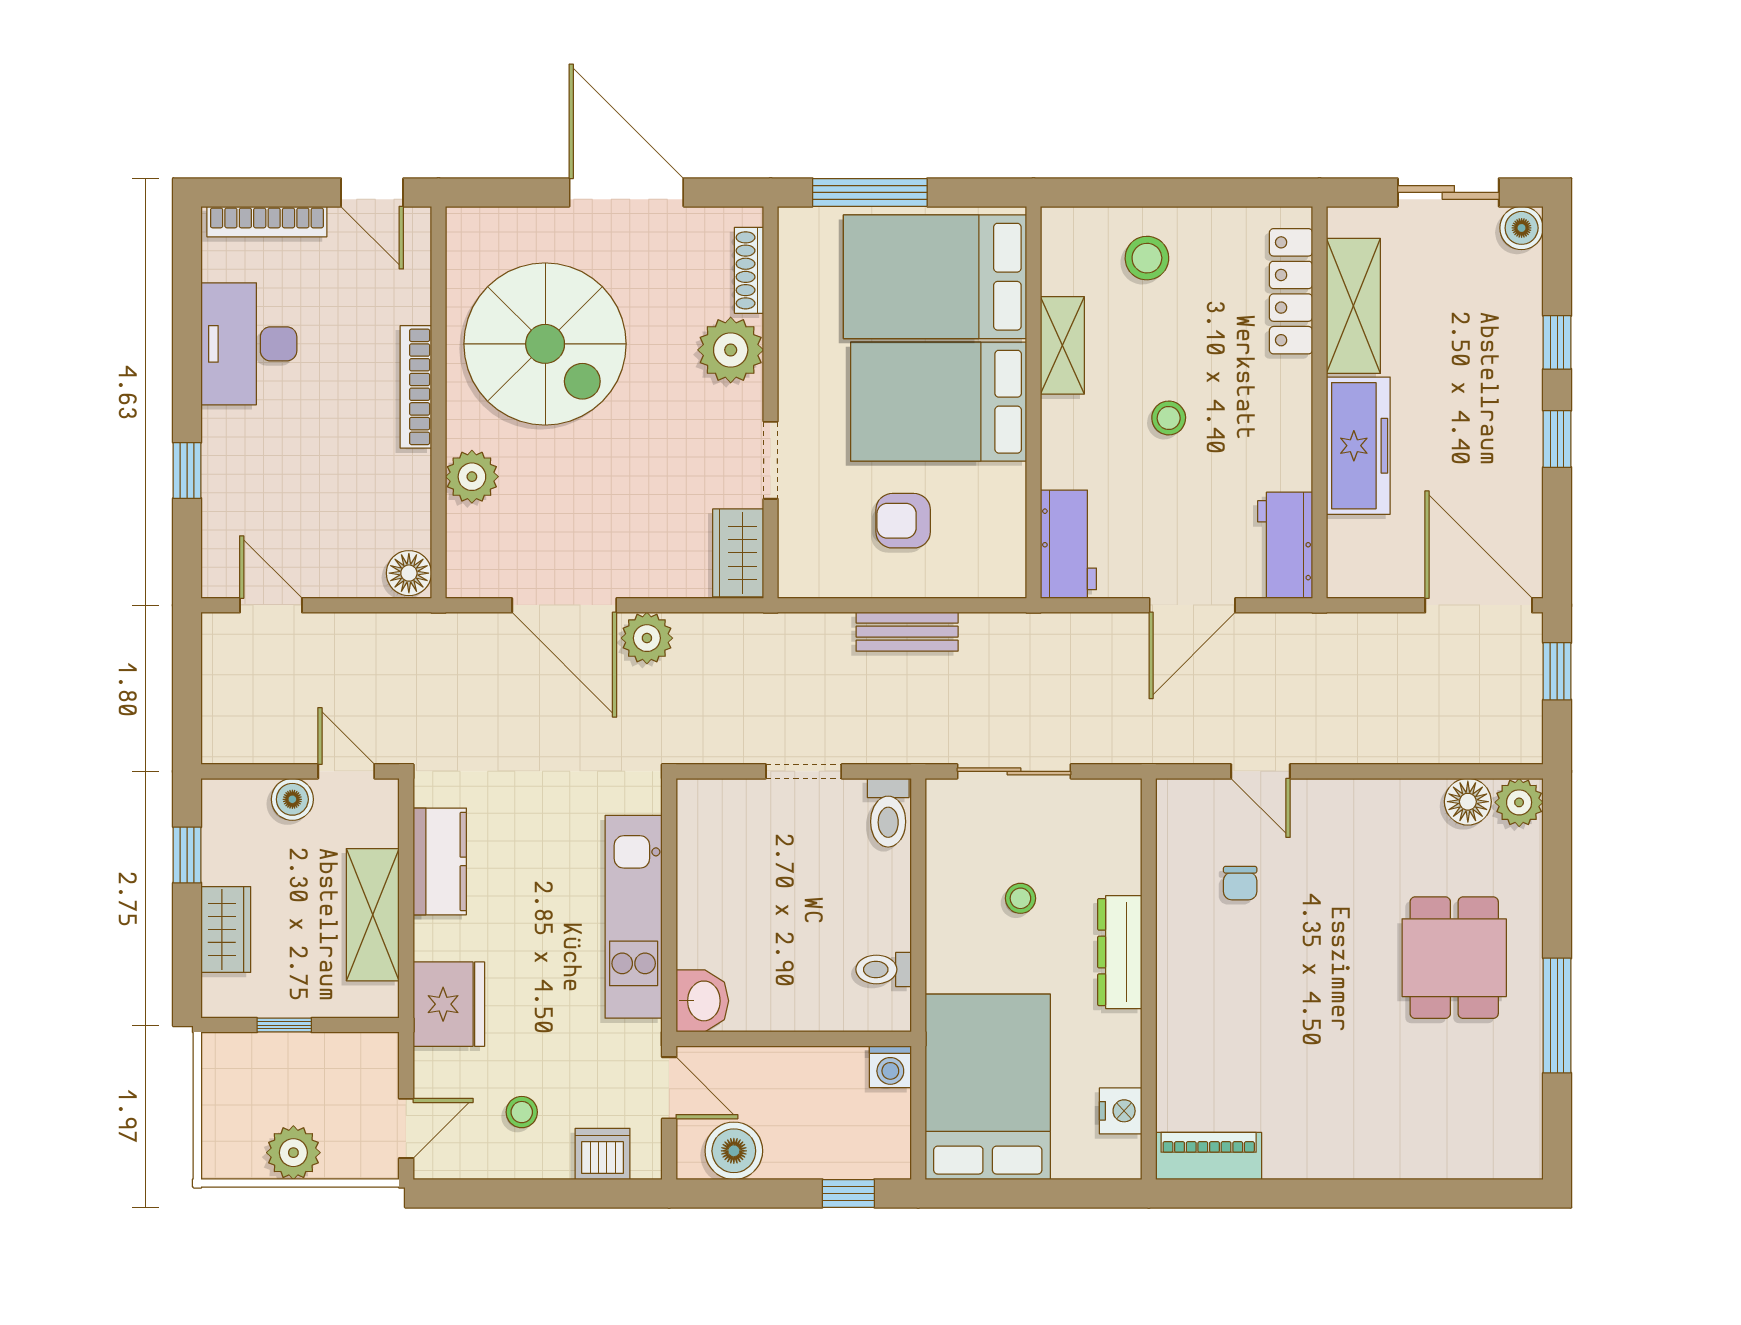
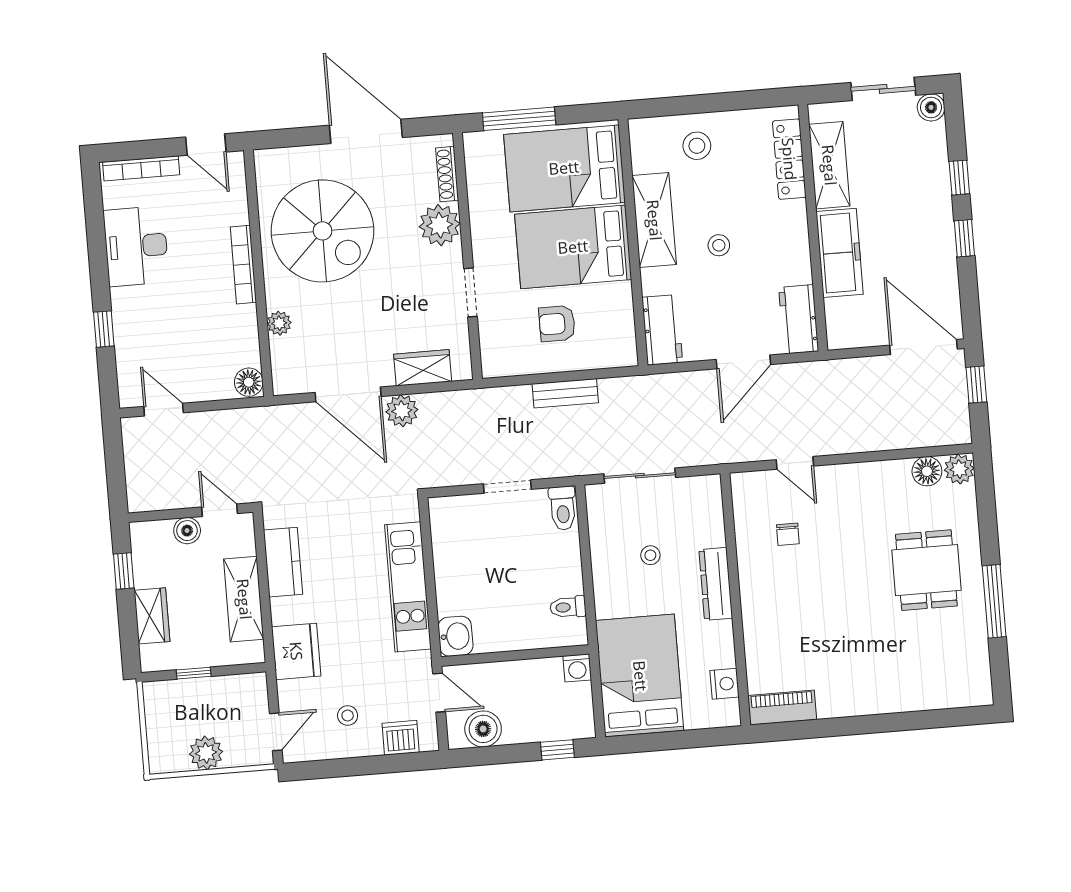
shelving: (1062, 345) -> (654, 220), width x1.50, depth x1.33
plant: (472, 477) -> (279, 323), width x0.73, depth x0.73
wardrobe: (738, 553) -> (423, 368), moved, turned 90

